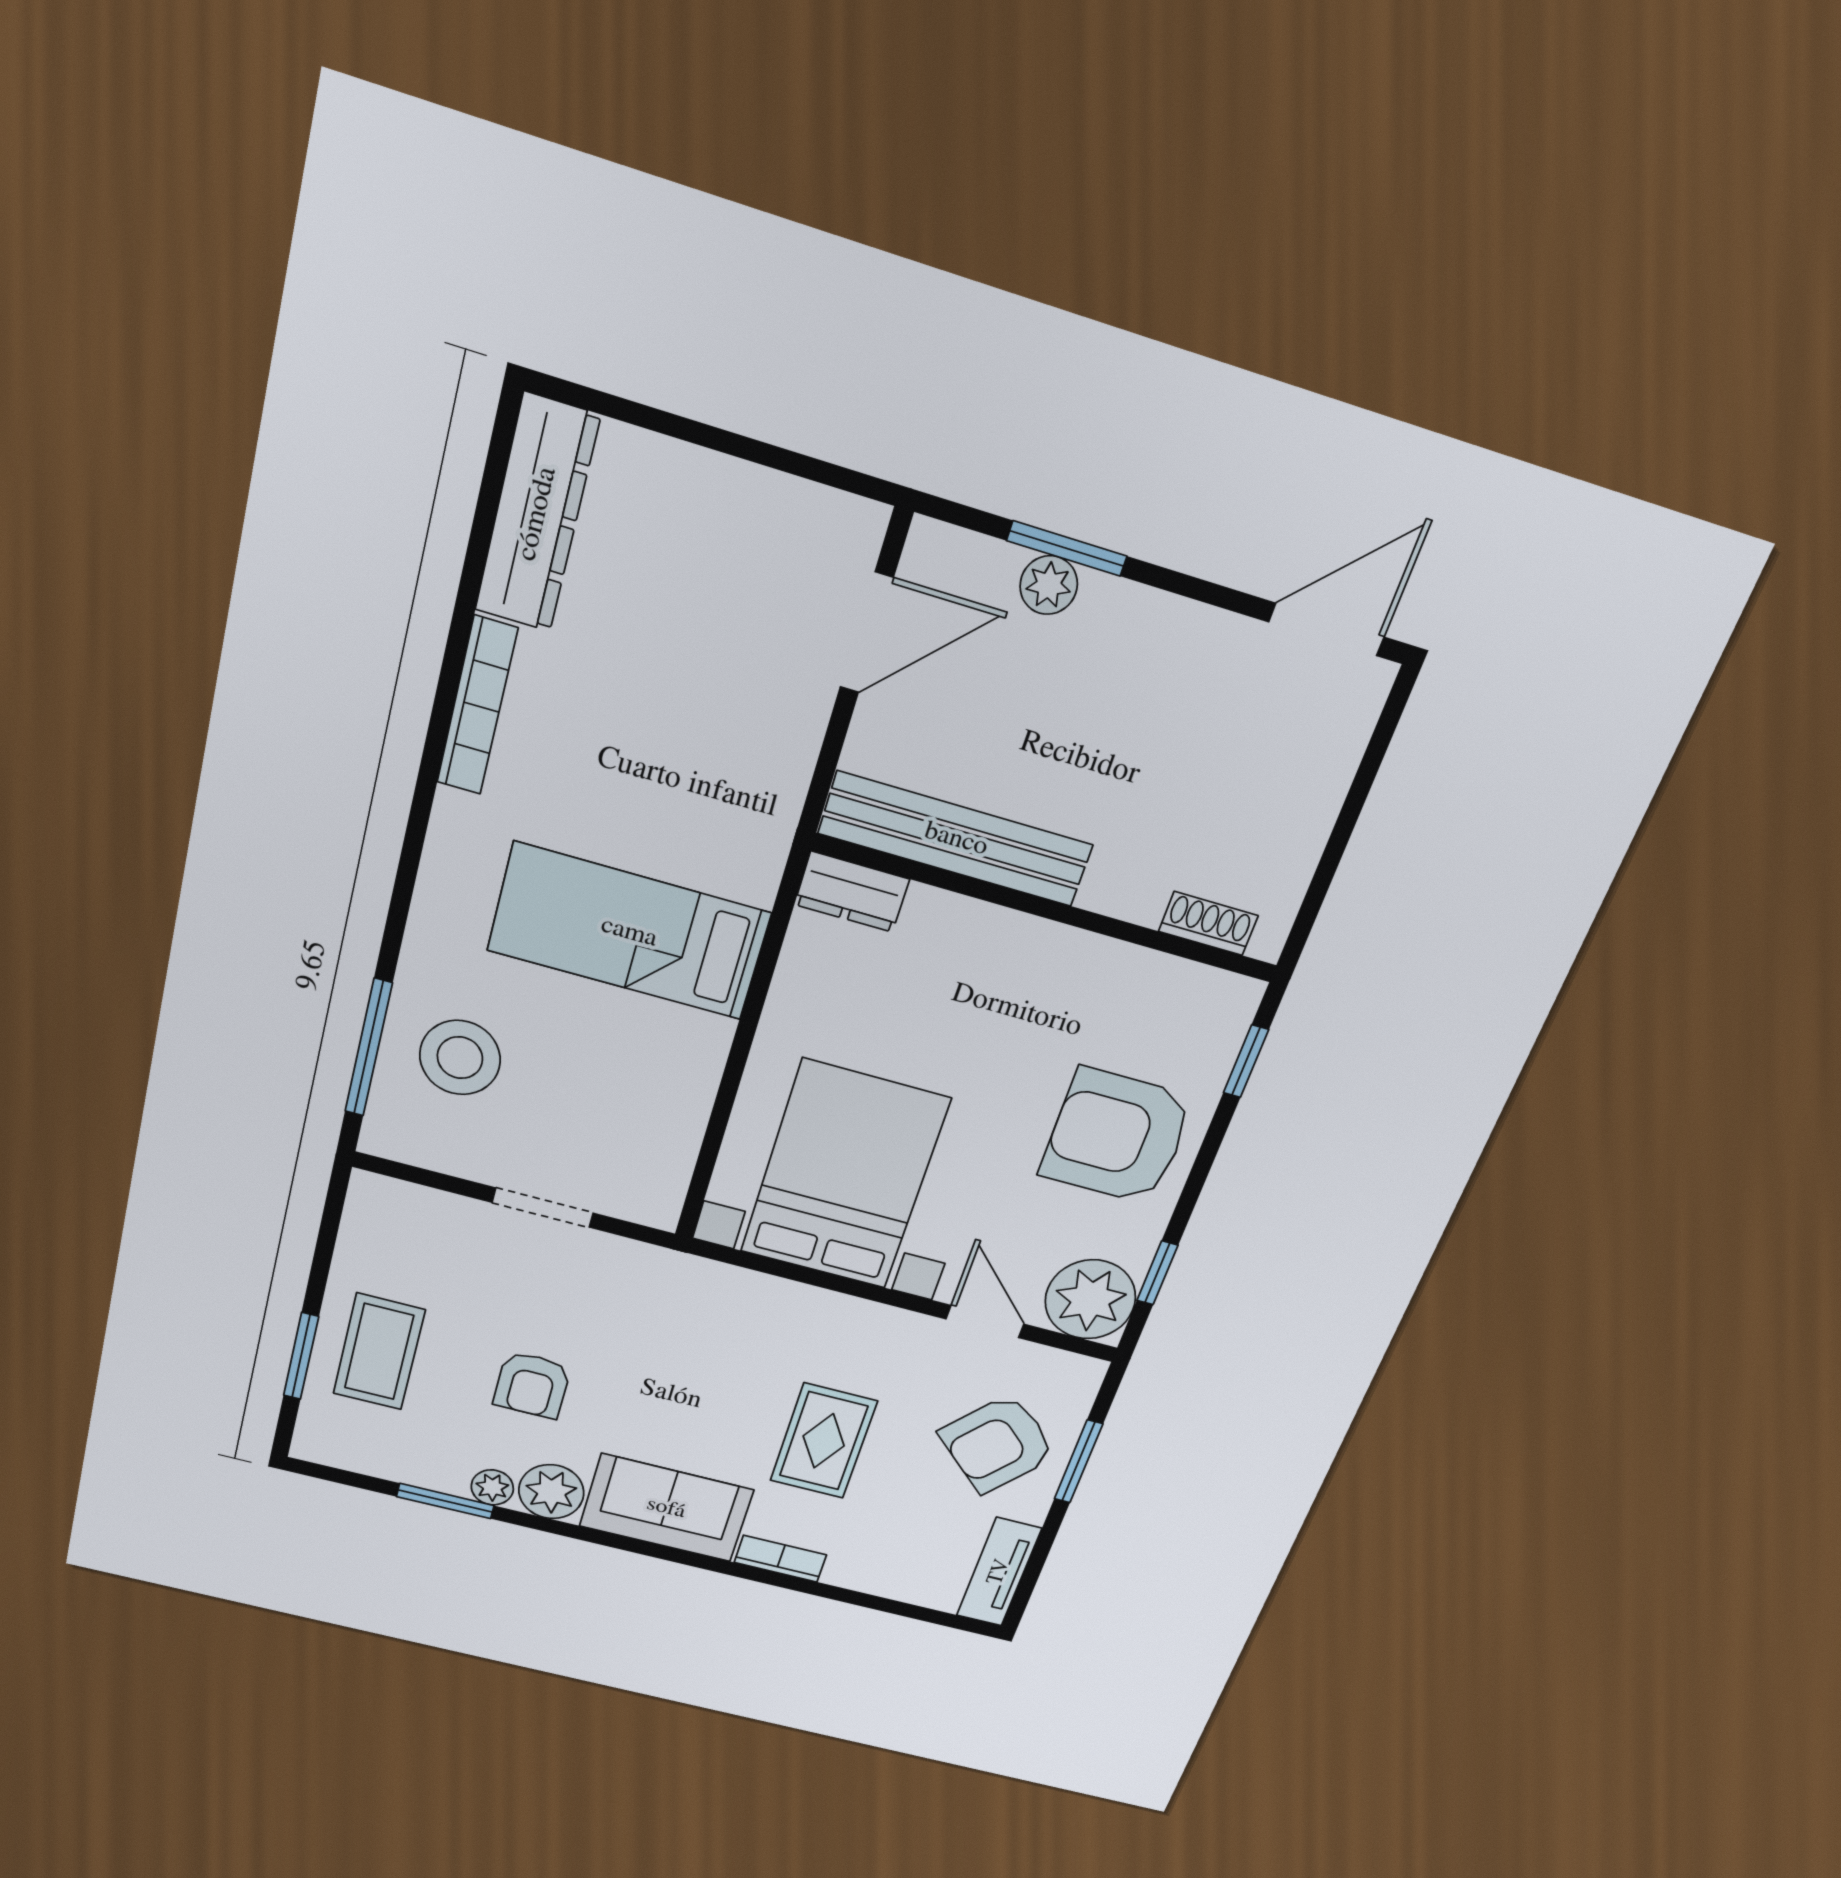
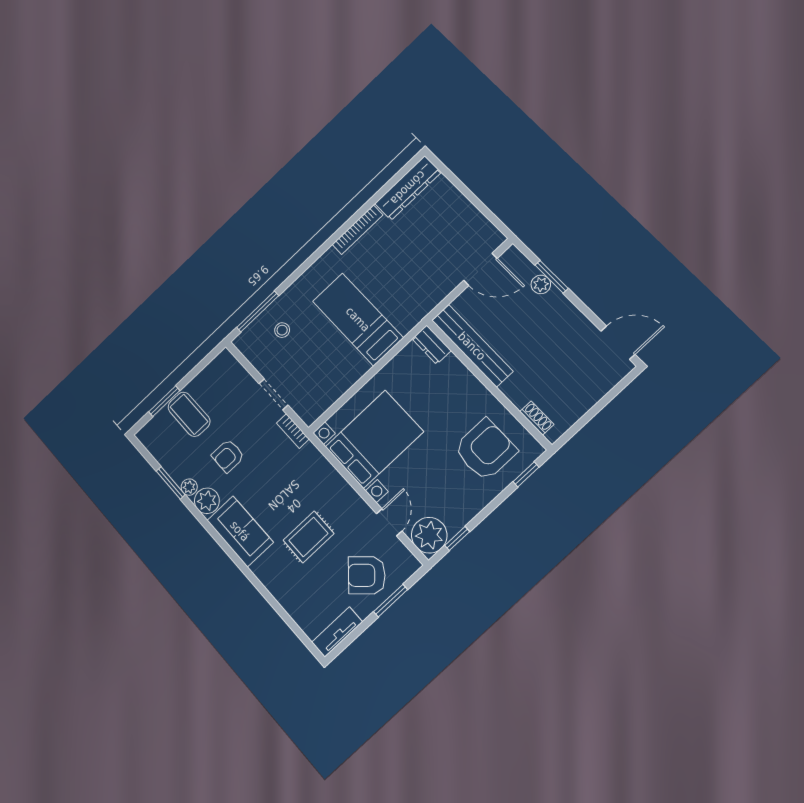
stool: (460, 1058) -> (282, 330), width x0.53, depth x0.53
armchair: (1117, 1136) -> (485, 450), moved, turned 90
coffee table: (379, 1352) -> (189, 414), turned 90
bookcase: (780, 1559) -> (293, 431), moved, turned 180

